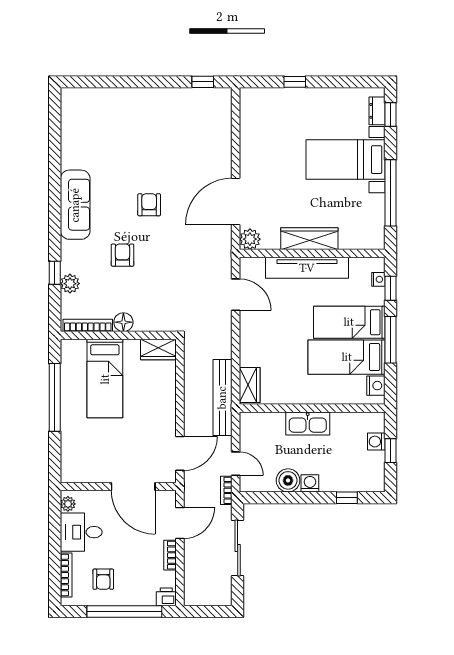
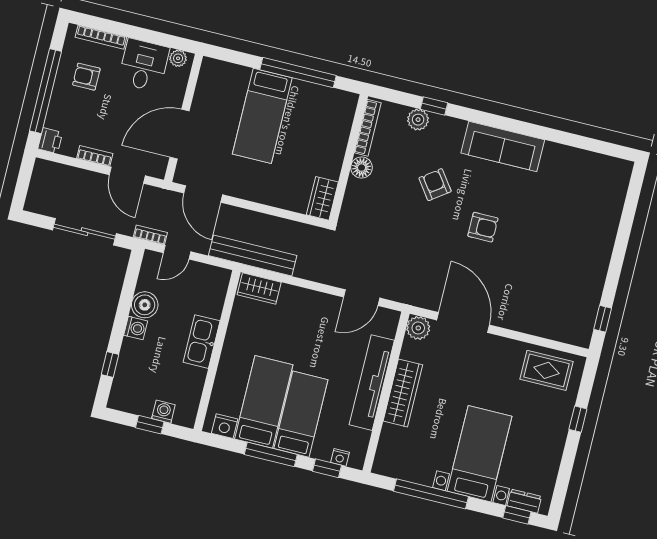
rug: (259, 119) -> (546, 370), added
armchair: (123, 255) -> (435, 185), turned -126
bed: (105, 379) -> (262, 116), moved, turned -90

